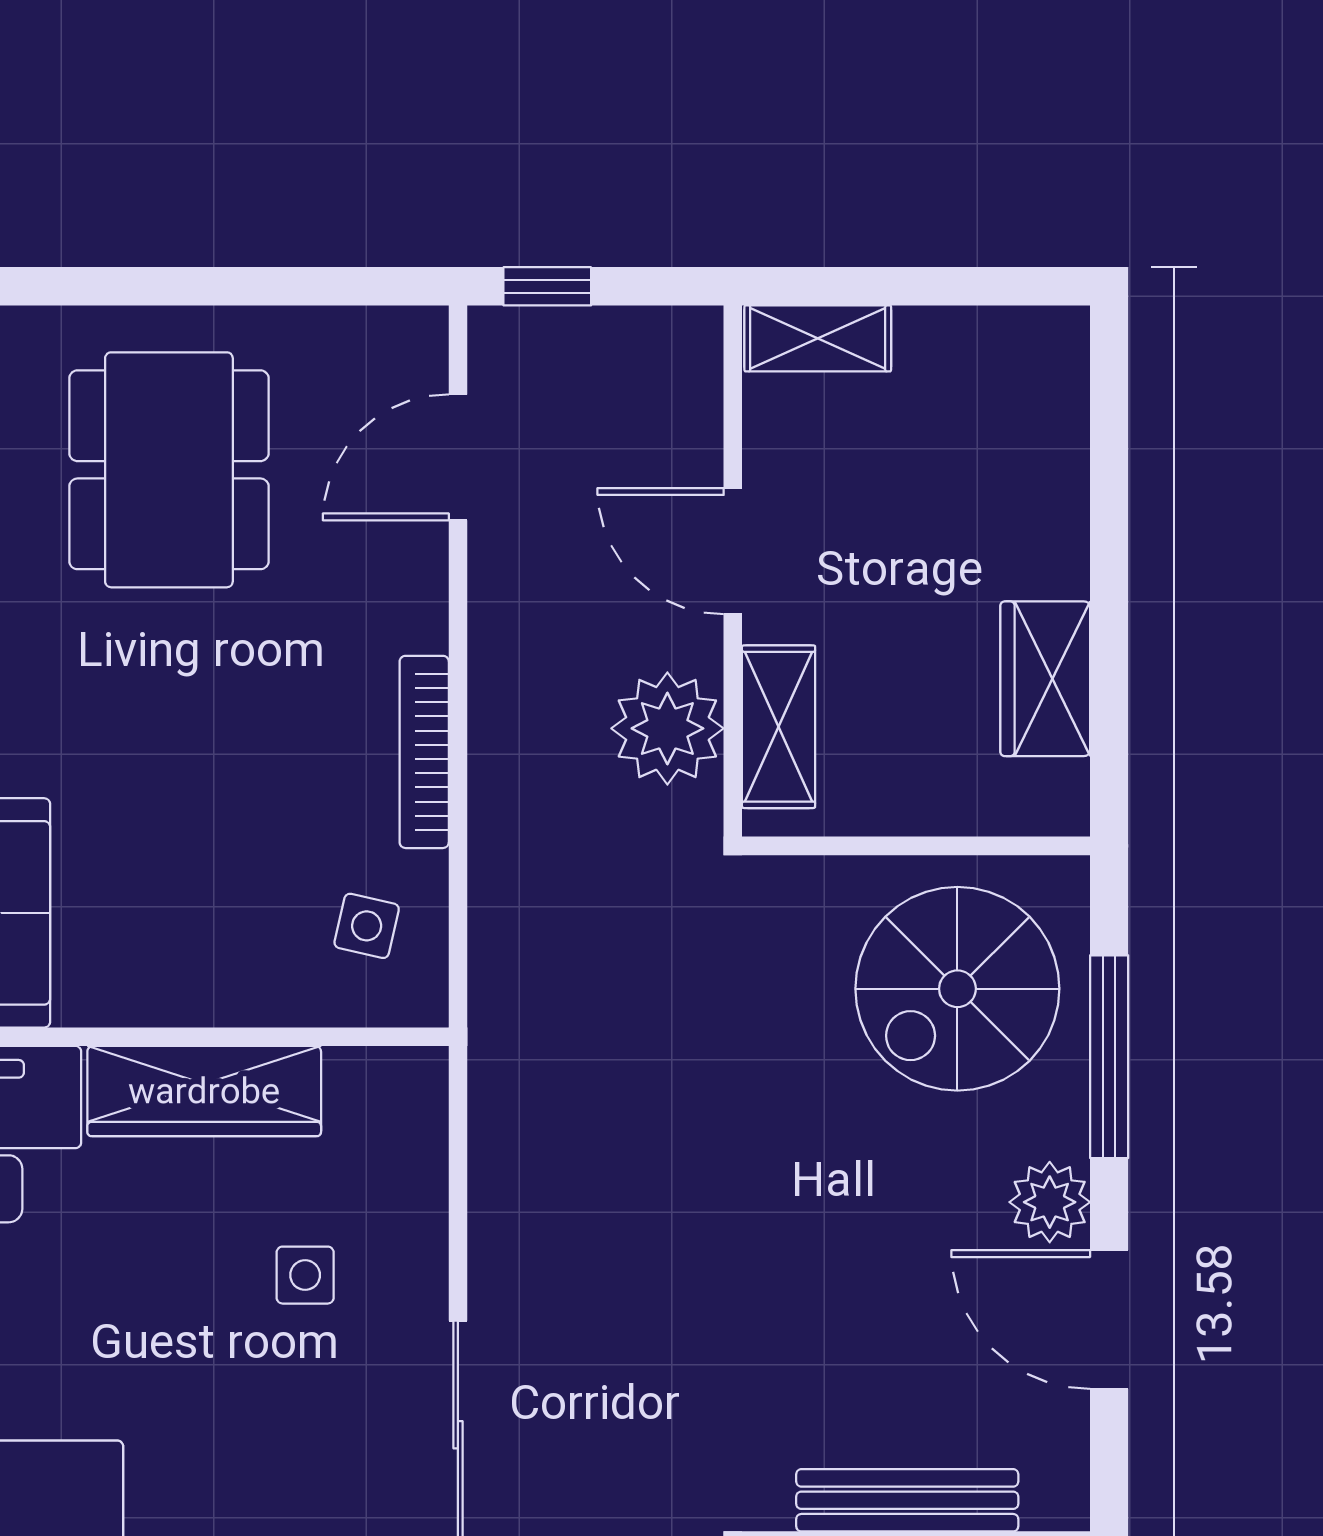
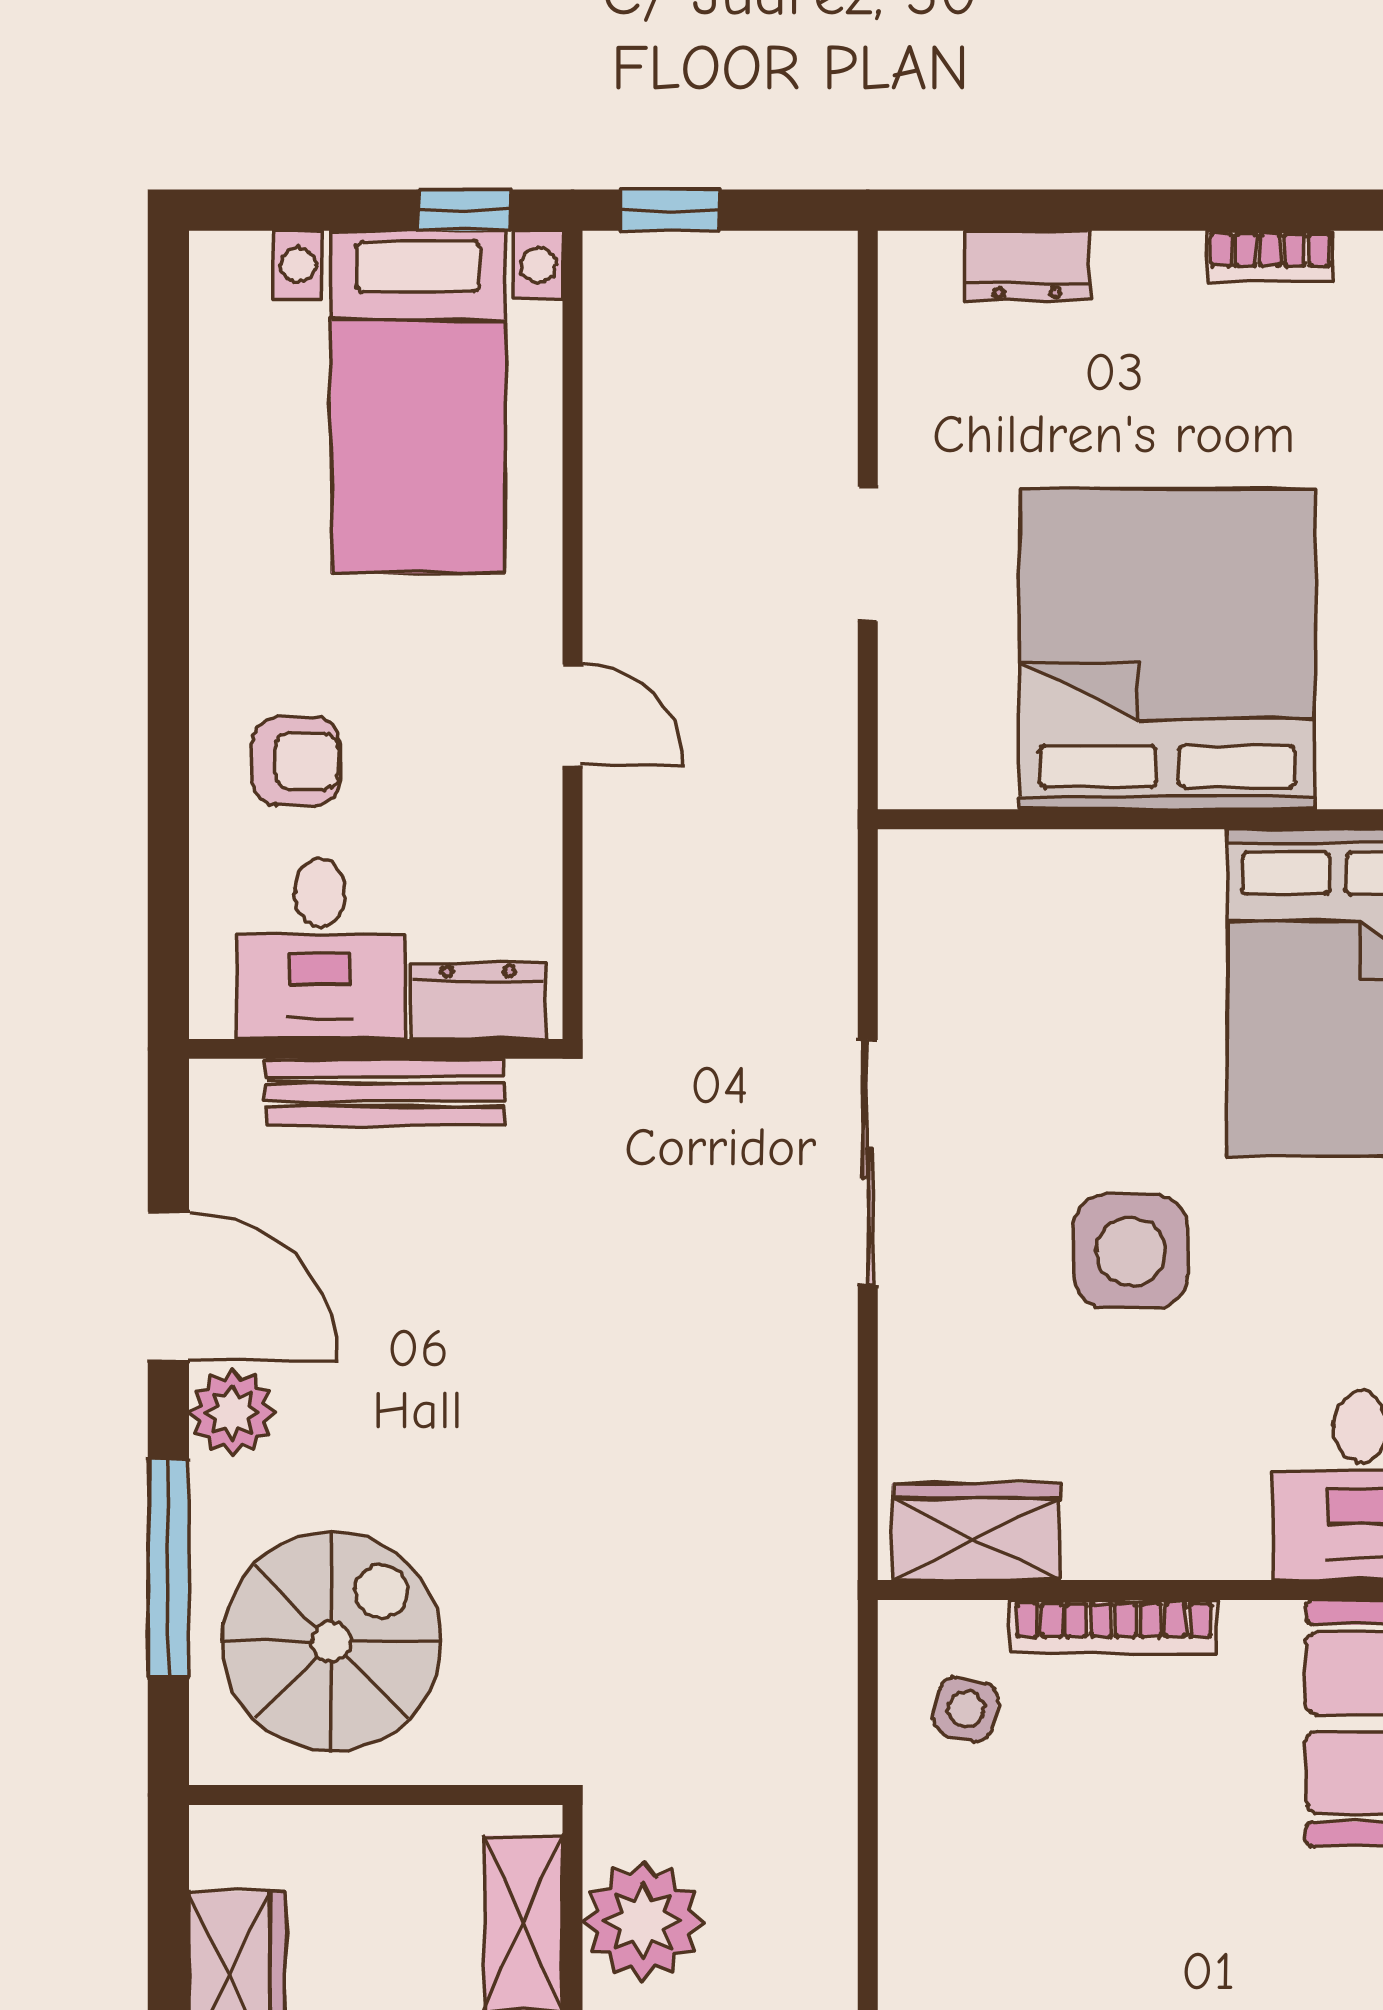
bookcase: (424, 752) -> (1114, 1626), moved, turned 90
wardrobe: (204, 1091) -> (976, 1532), moved, width x0.67
side table: (305, 1275) -> (1130, 1251), moved, width x1.87, depth x1.87

